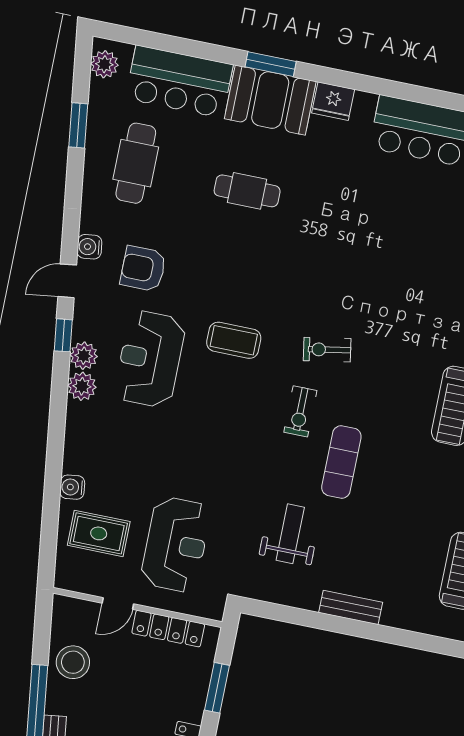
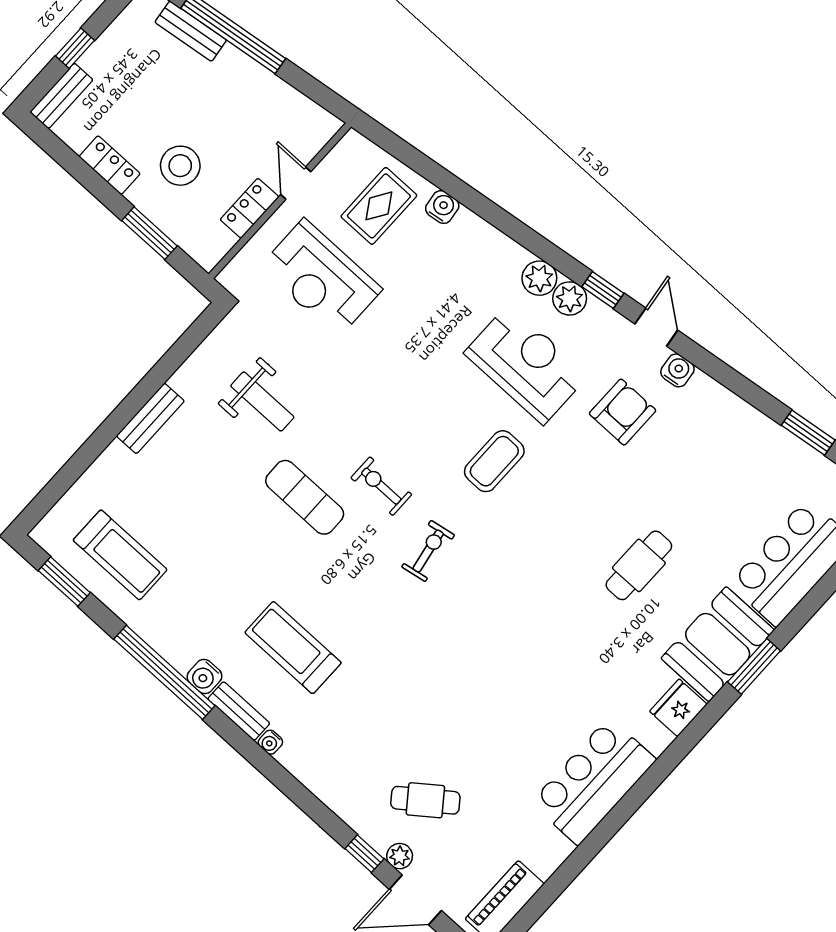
cafe table: (136, 163) -> (735, 469), removed
locker: (168, 629) -> (249, 208), width x0.66
stool: (73, 662) -> (180, 166), moved

